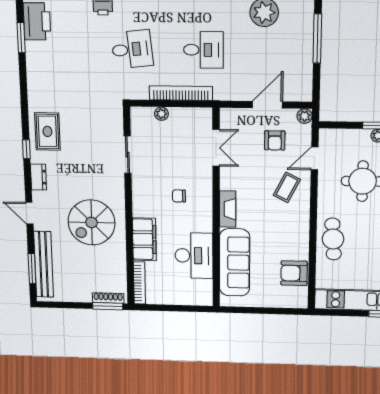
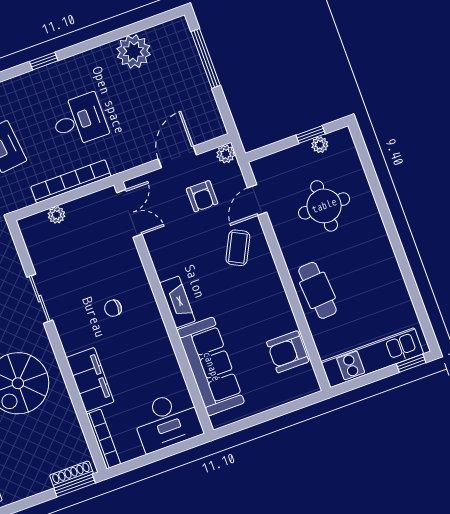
double door: (216, 148) -> (129, 213), moved
sliding door: (128, 155) -> (40, 299), moved
desk: (194, 256) -> (167, 421), moved, turned 90

